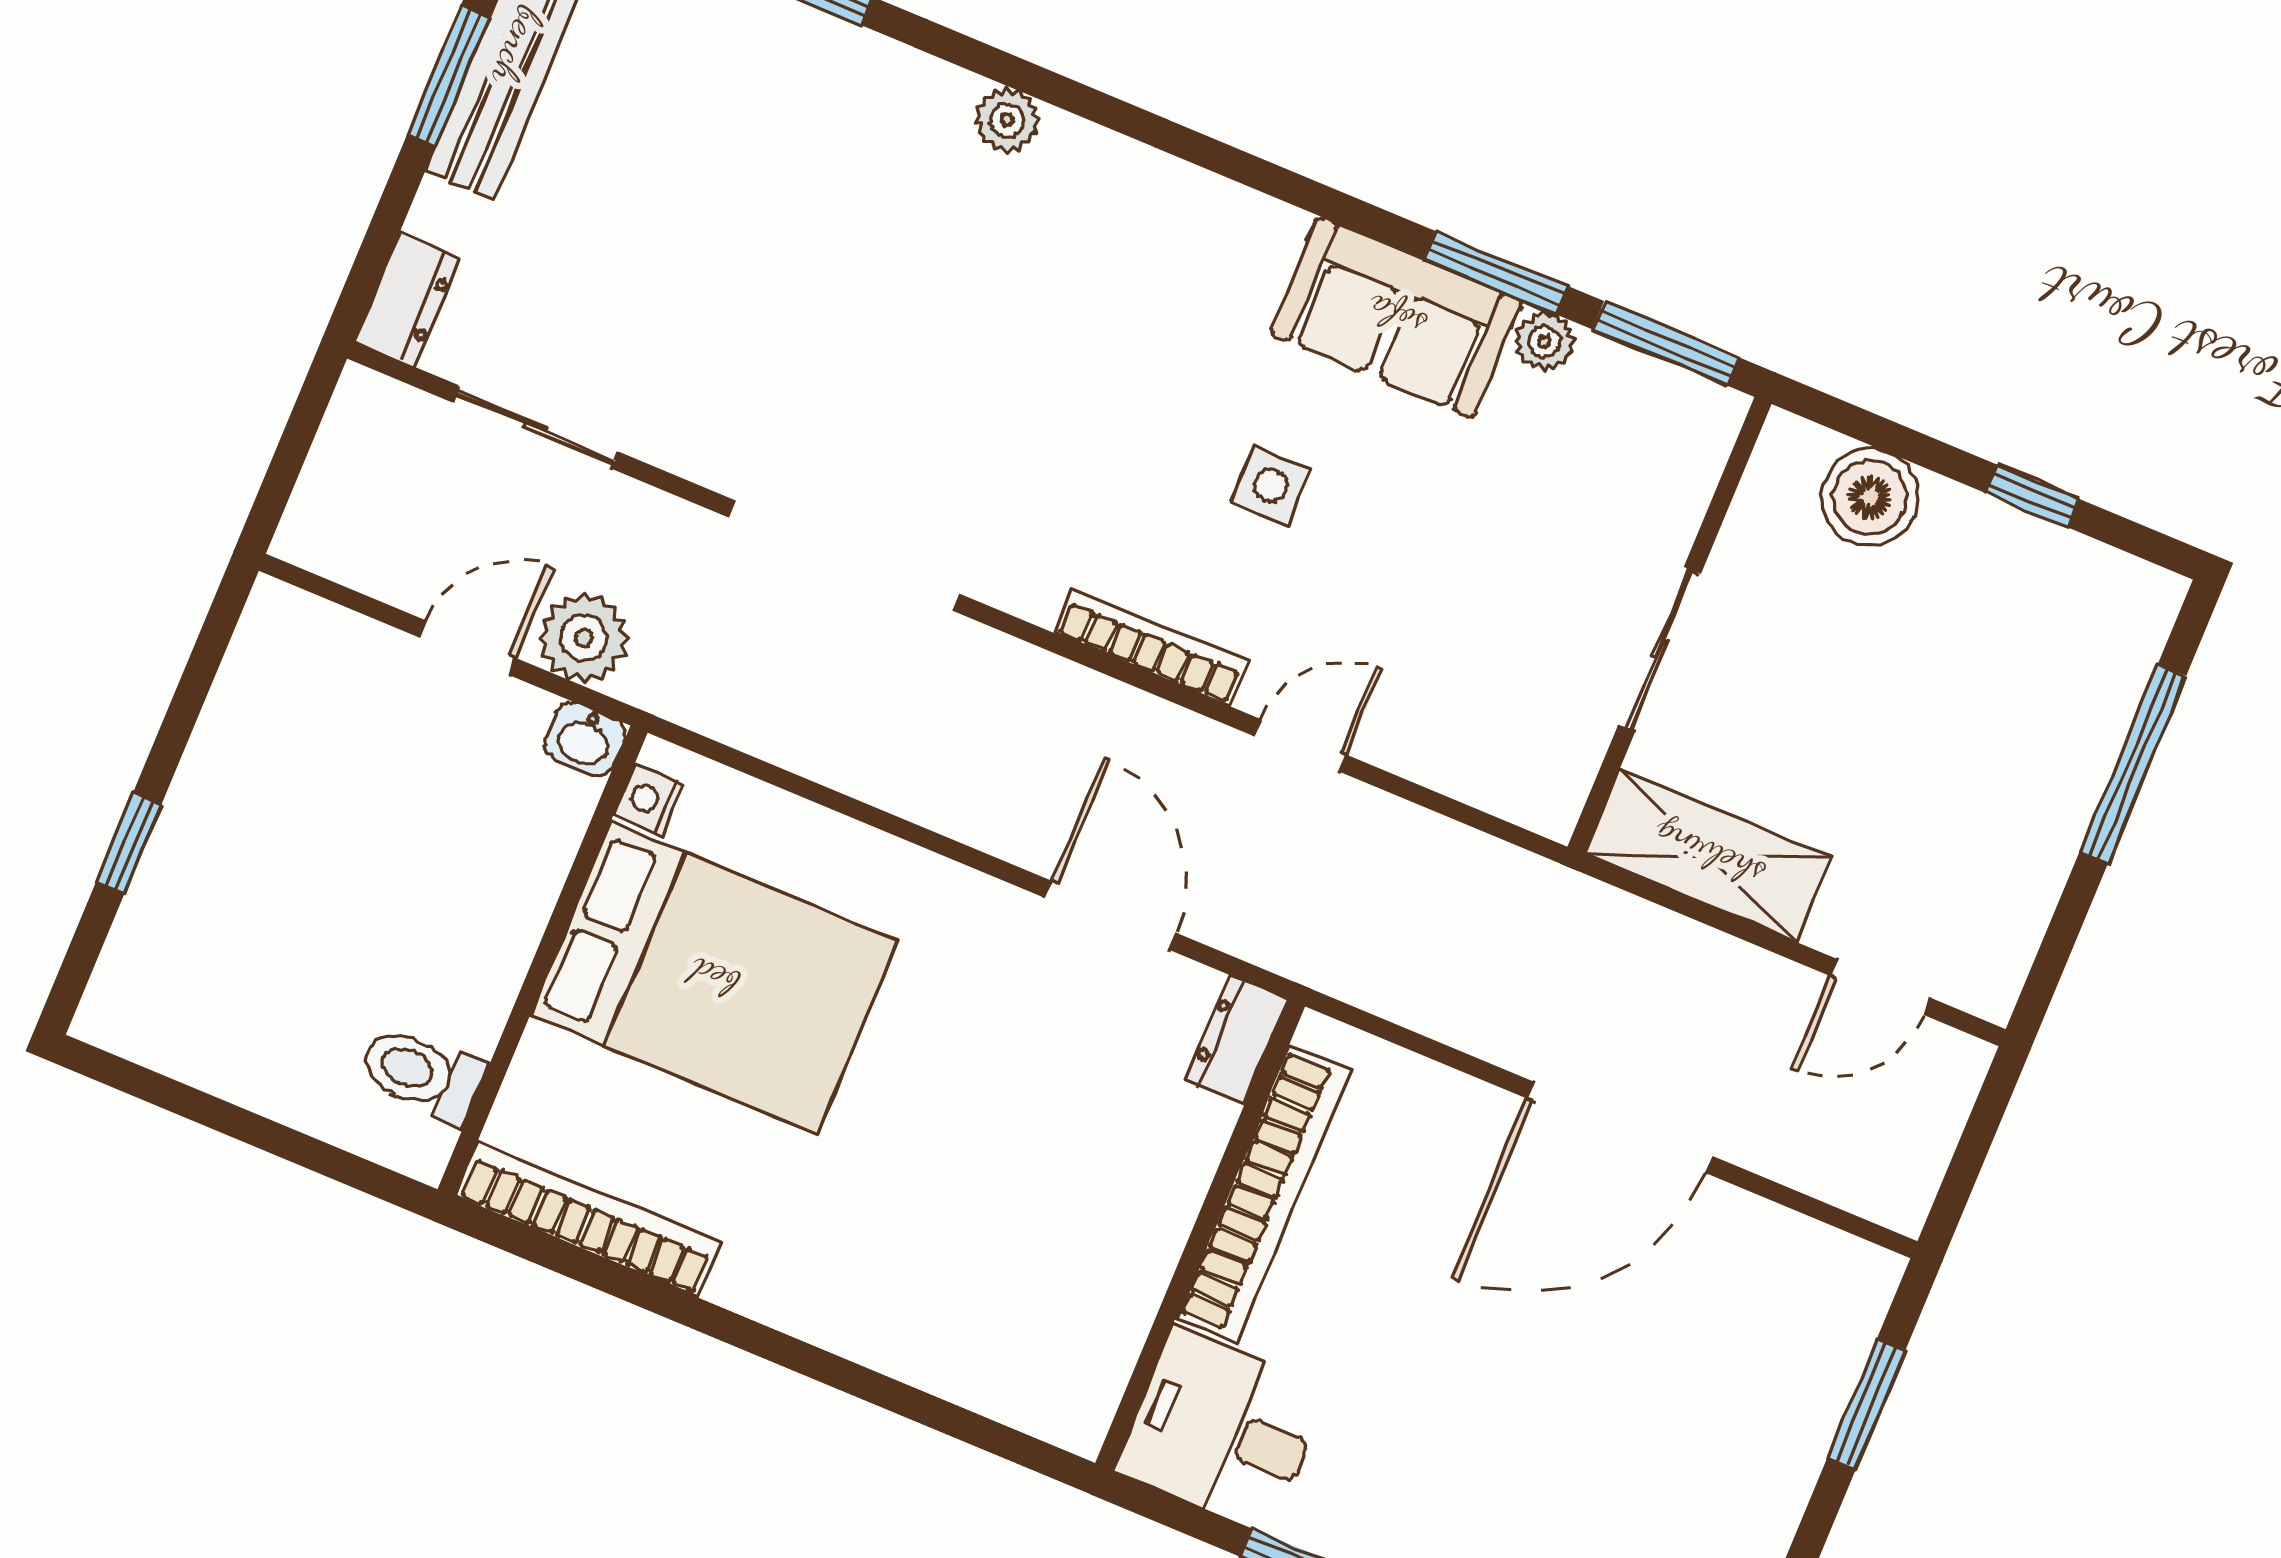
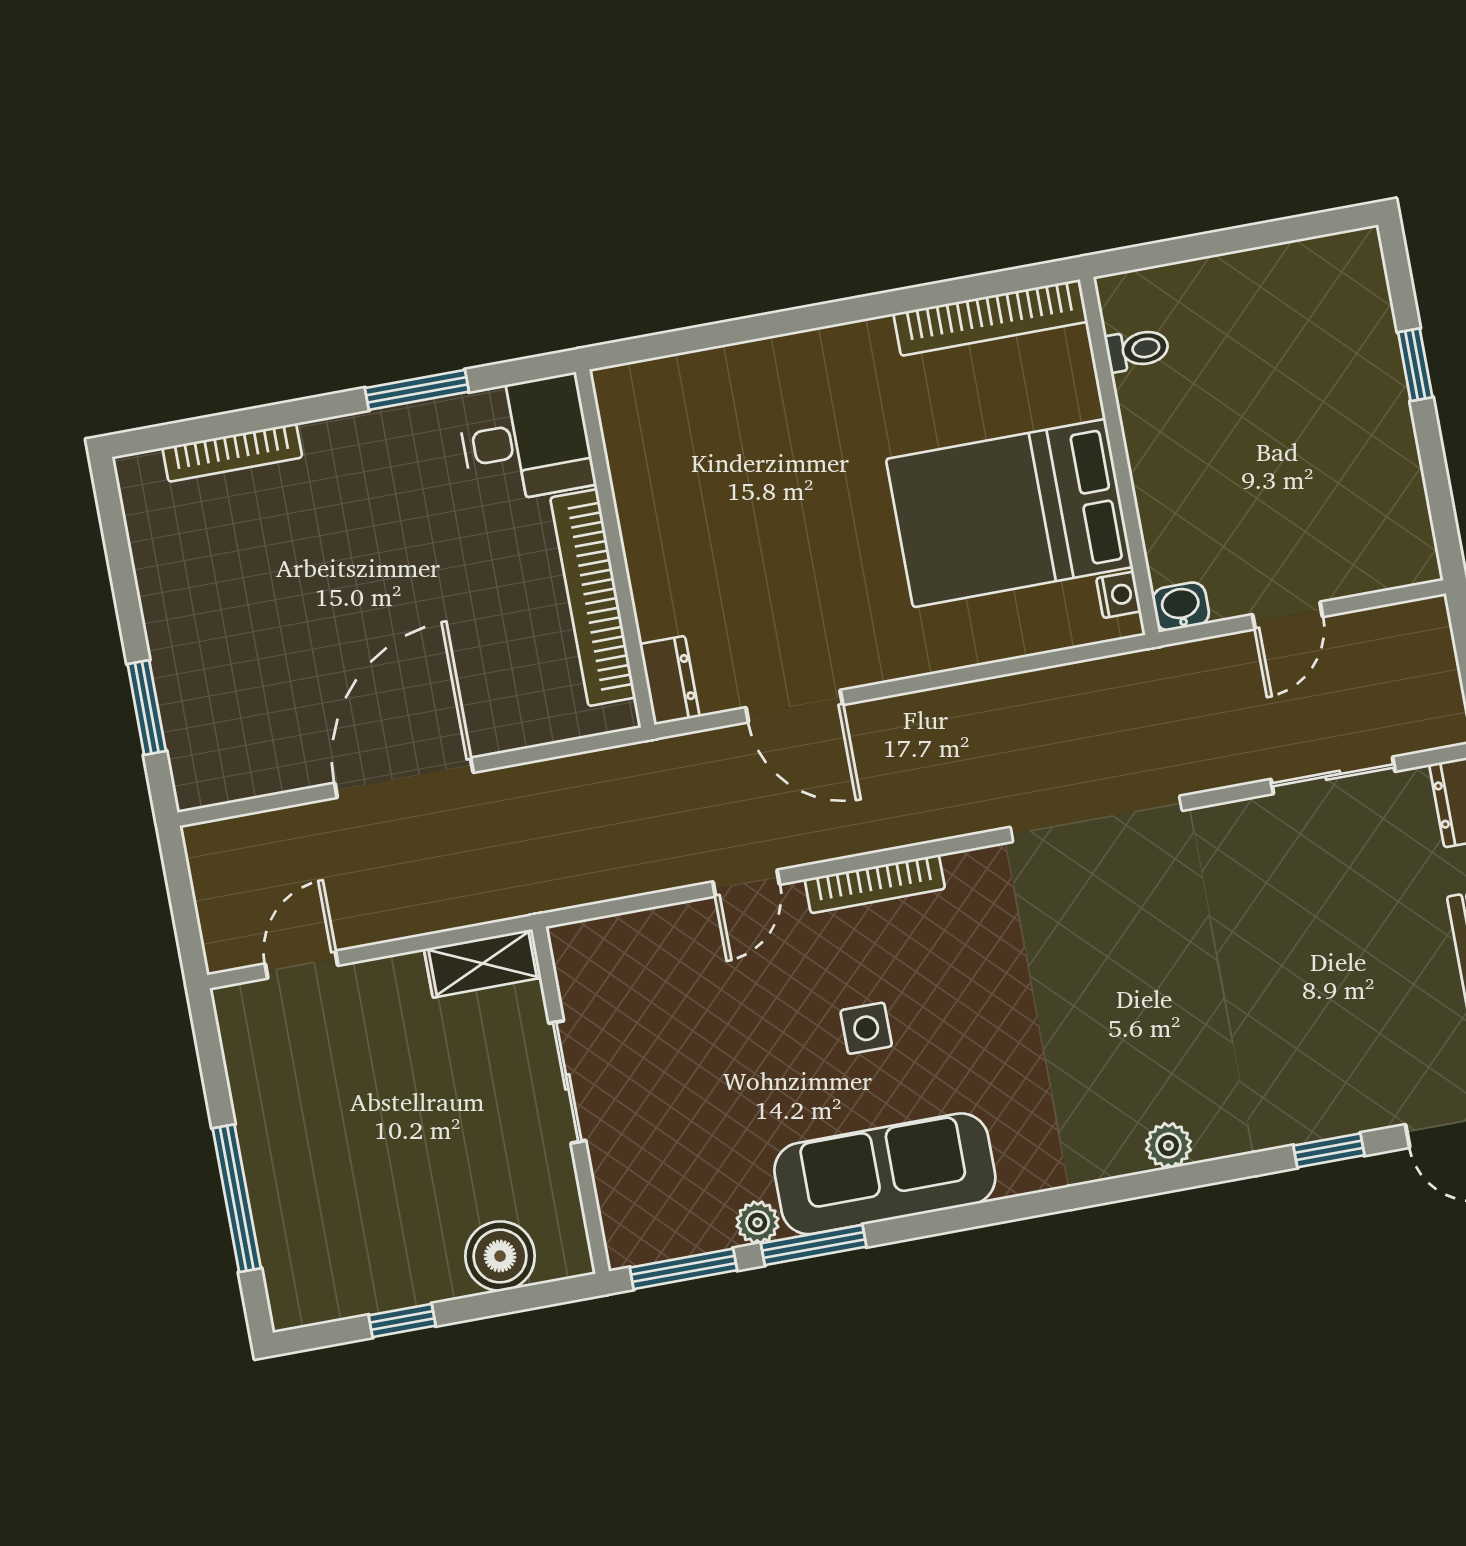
sofa: (1396, 317) -> (885, 1174), width x1.36
plant: (584, 638) -> (1221, 667), removed
shelving: (1708, 855) -> (483, 963), width x0.67, depth x0.75
toilet: (422, 1074) -> (1137, 349), width x0.73, depth x0.72

